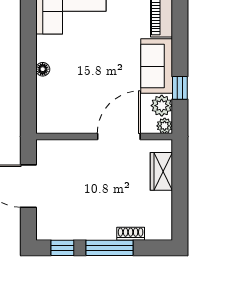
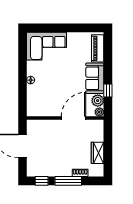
wardrobe: (161, 171) -> (98, 153), moved

